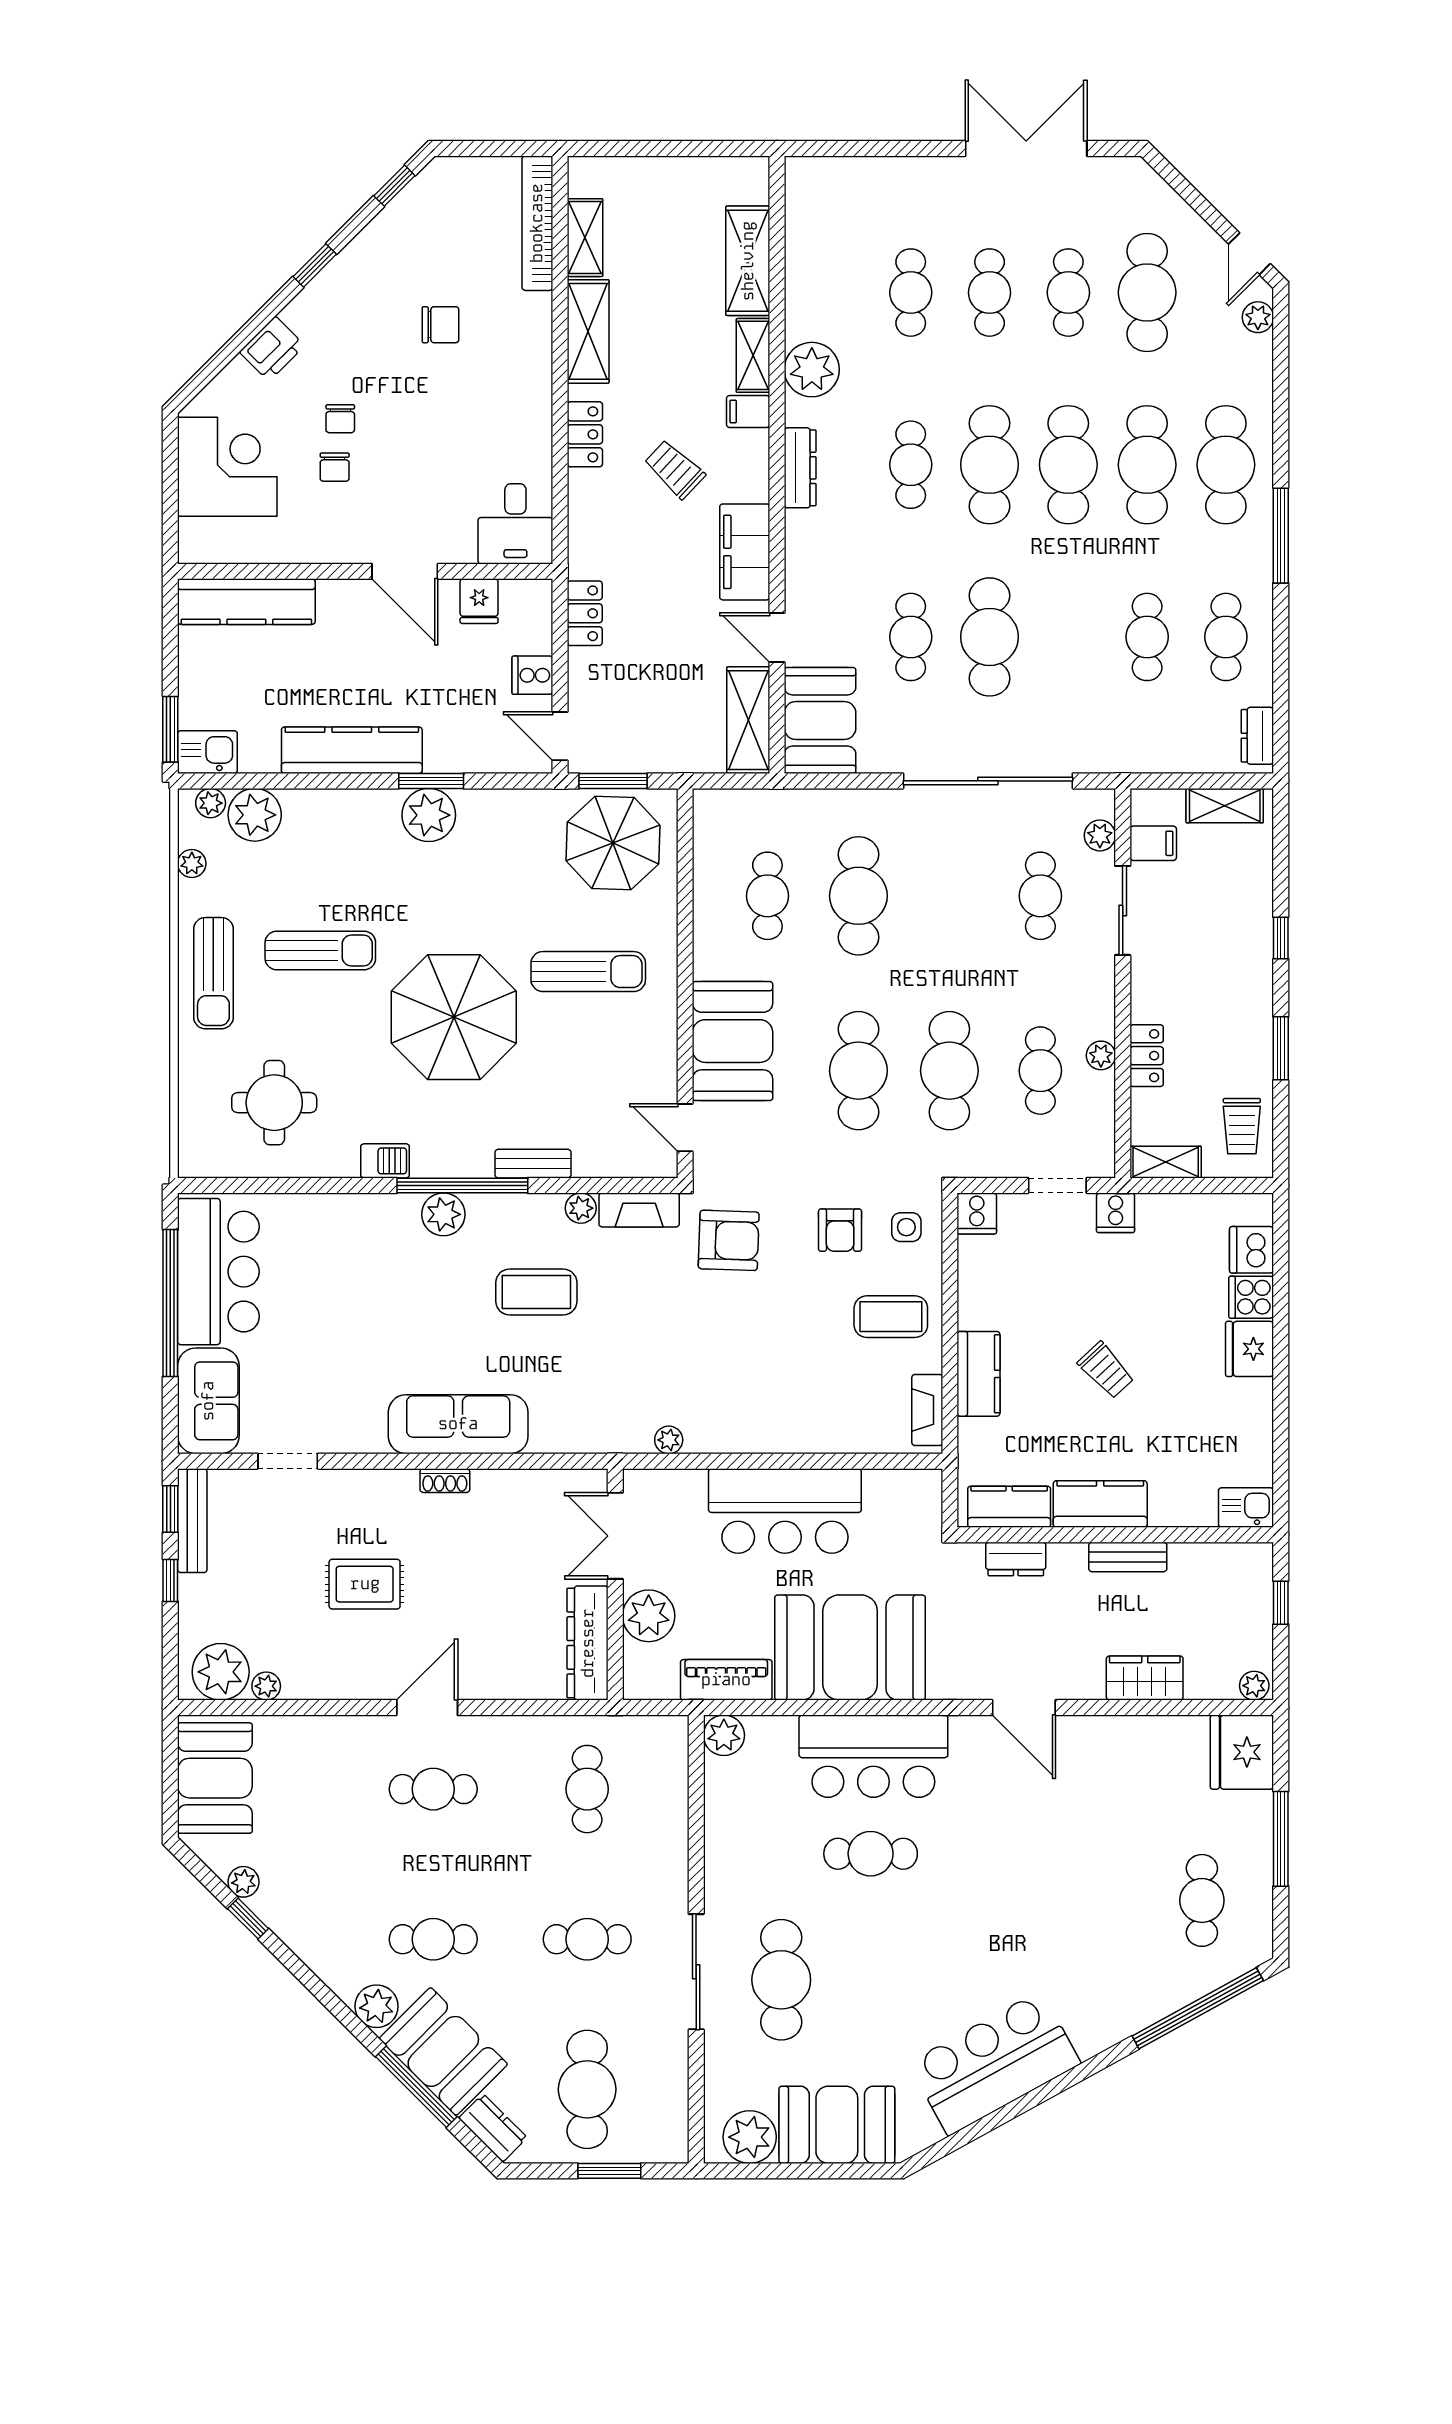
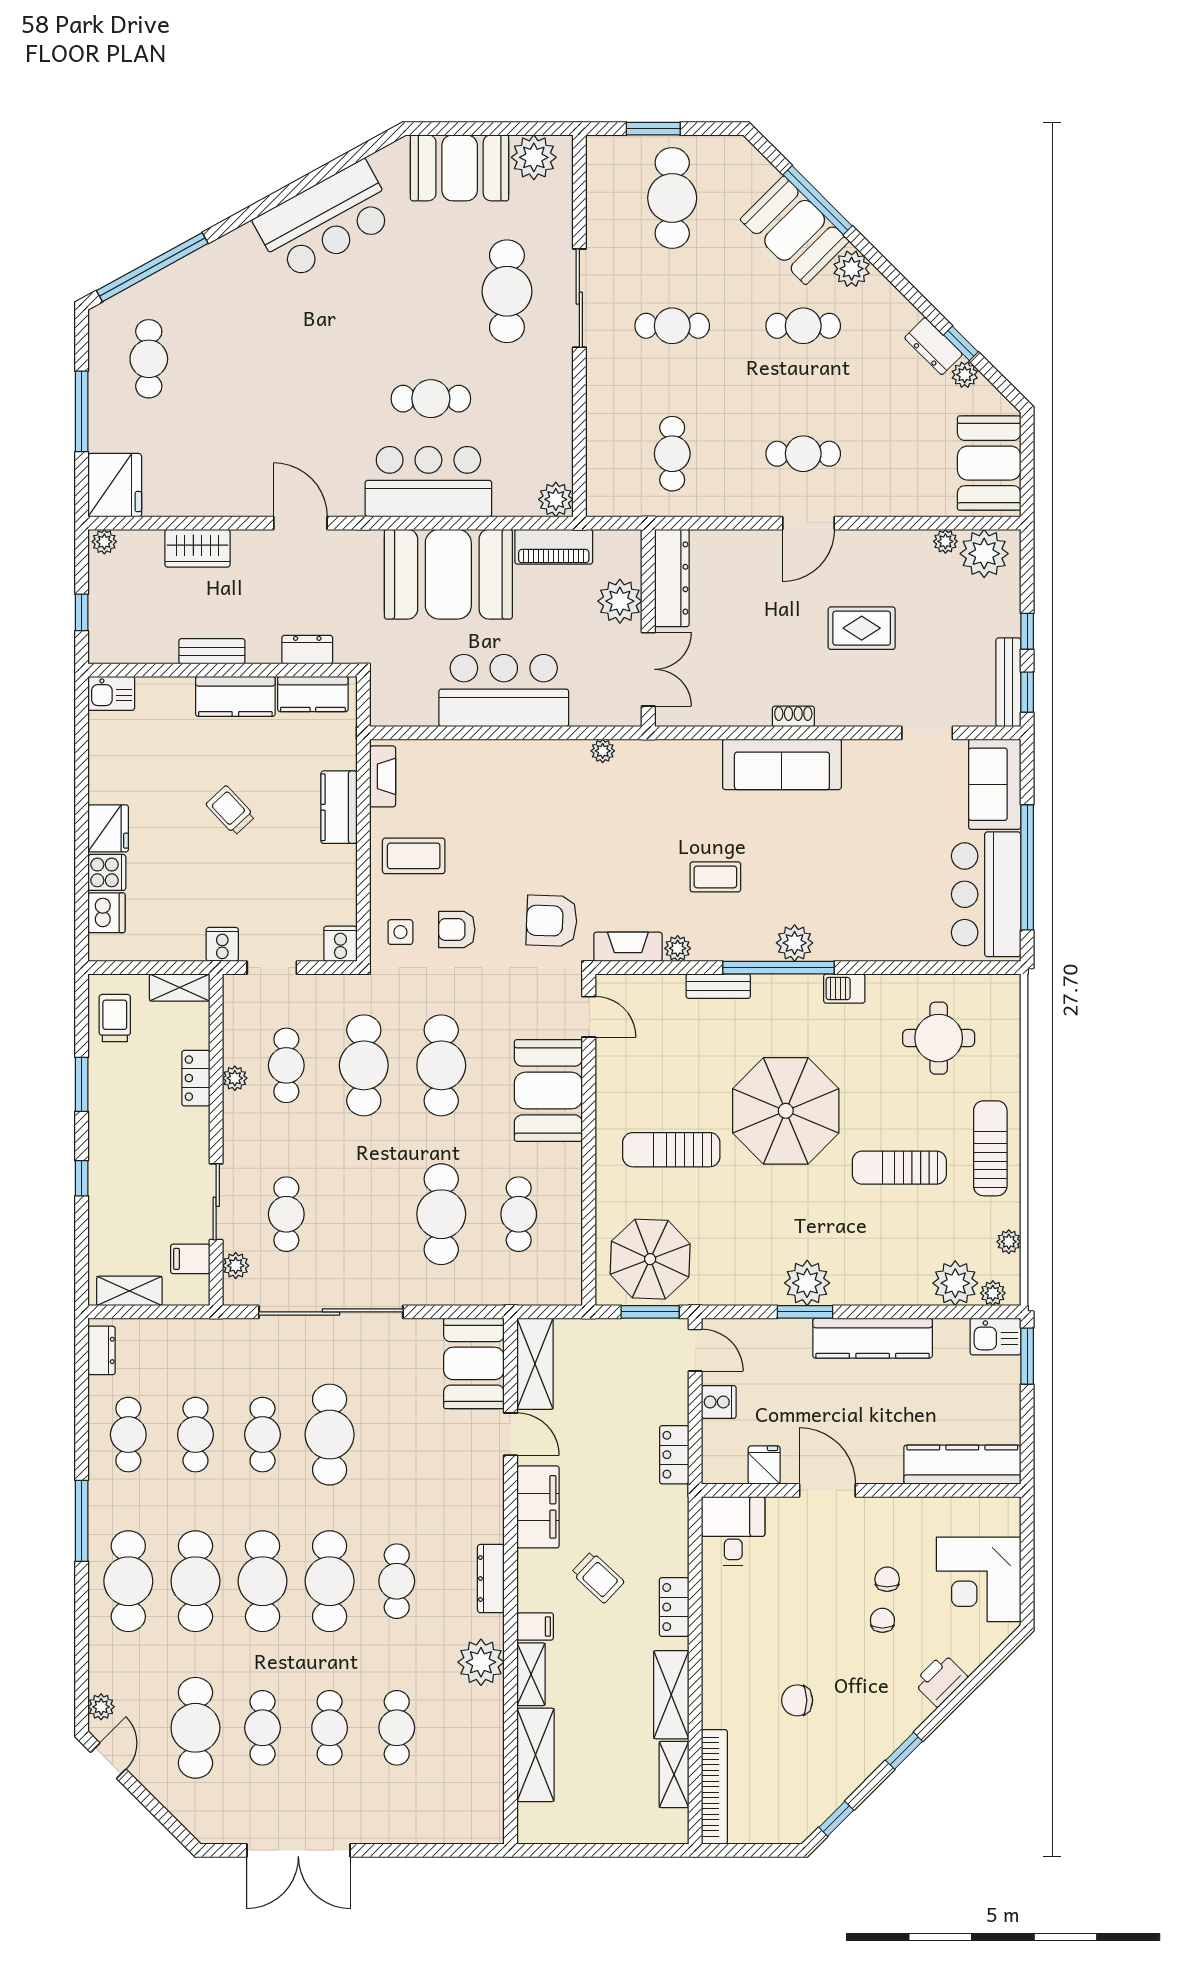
cafe table: (911, 637) -> (263, 1435), moved
armchair: (840, 1230) -> (457, 930), turned -90
coffee table: (536, 1292) -> (715, 877), width x0.73, depth x0.77
dresser: (493, 2128) -> (933, 346), moved

